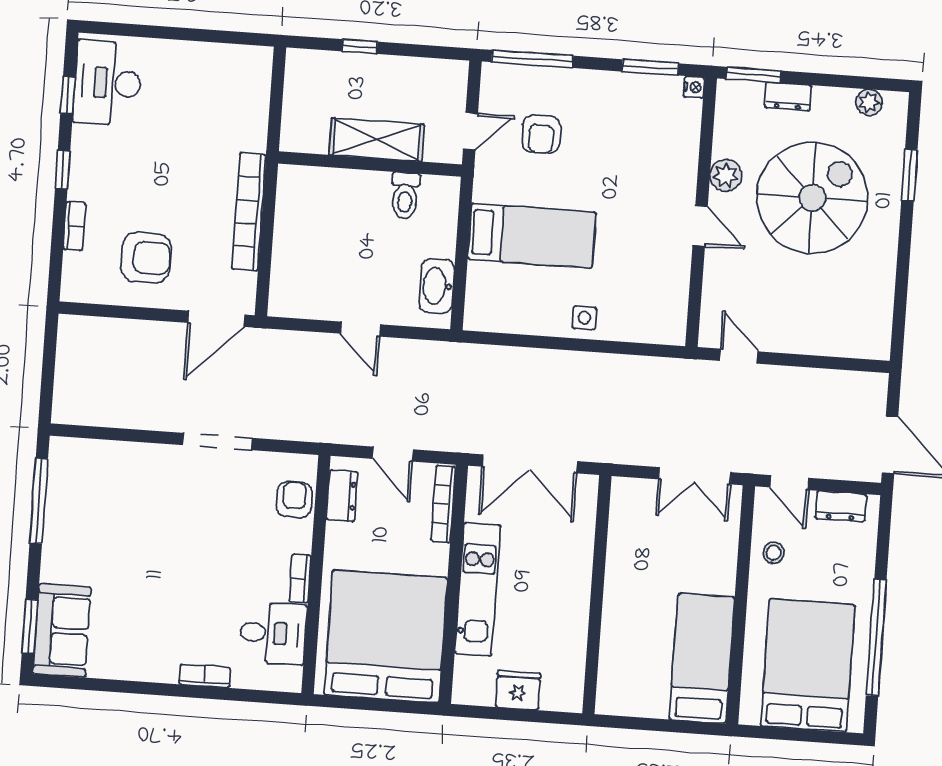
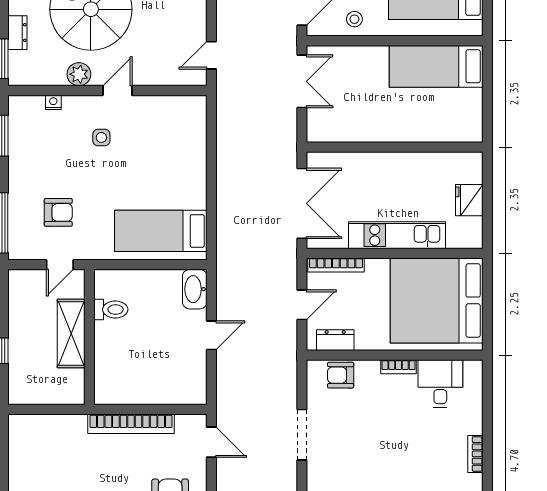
nightstand: (694, 87) -> (53, 102), moved
door: (471, 131) -> (60, 265), swing flipped
bed: (532, 236) -> (161, 231), moved, turned -90
washbasin: (437, 286) -> (195, 289), moved, turned 90
side table: (584, 318) -> (101, 137), moved
door: (216, 319) -> (211, 442), width x0.73
bookcase: (205, 676) -> (475, 454), moved

